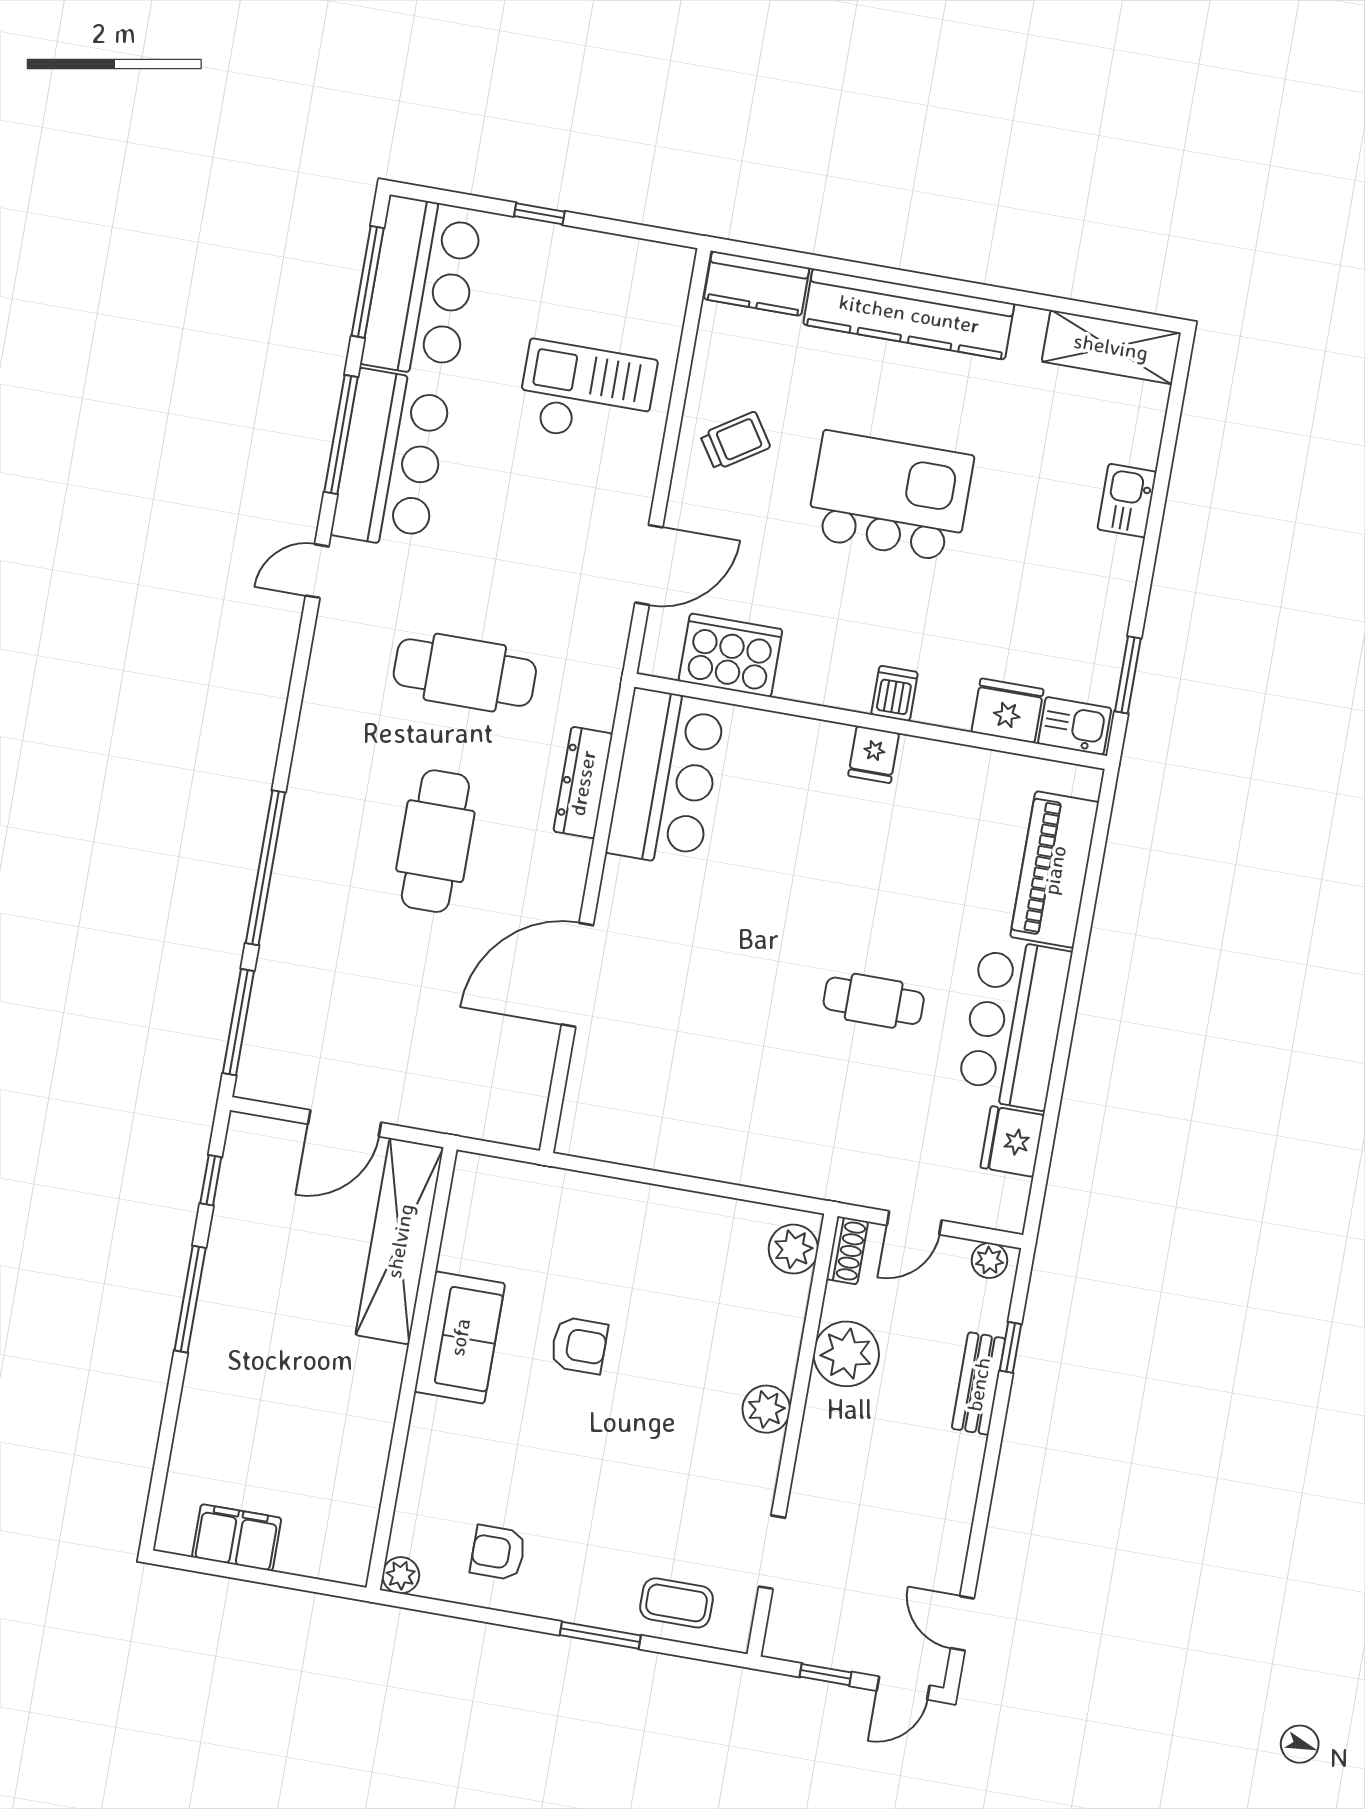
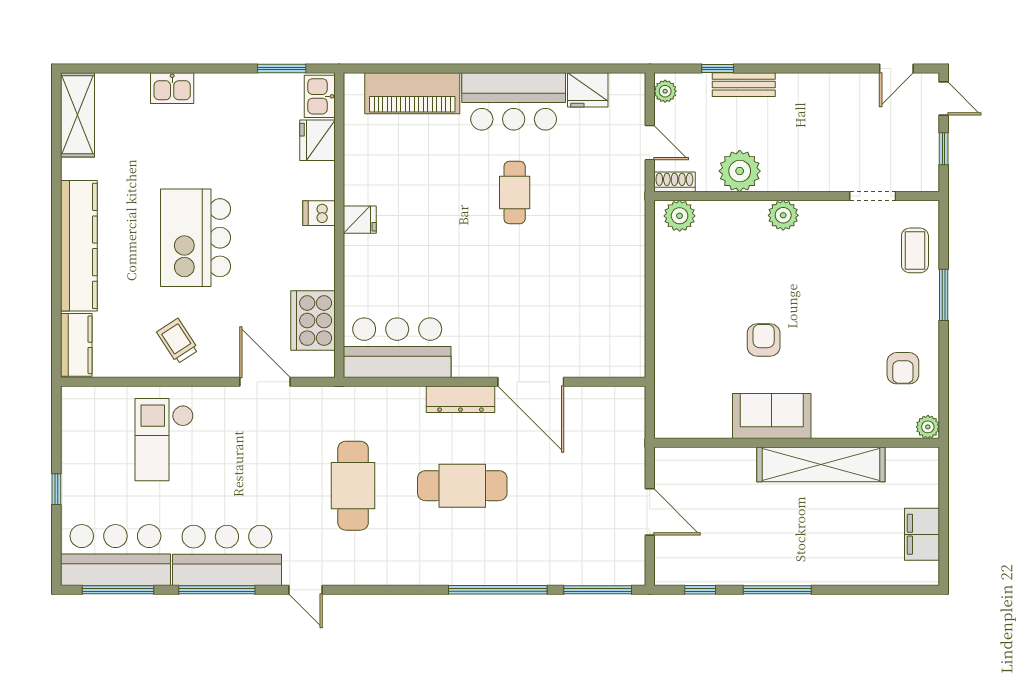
dresser: (583, 783) -> (460, 399), moved
shelving: (400, 1241) -> (821, 464), moved

